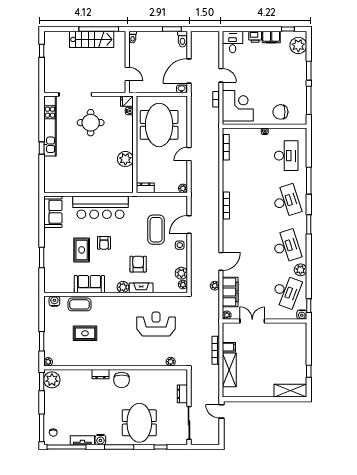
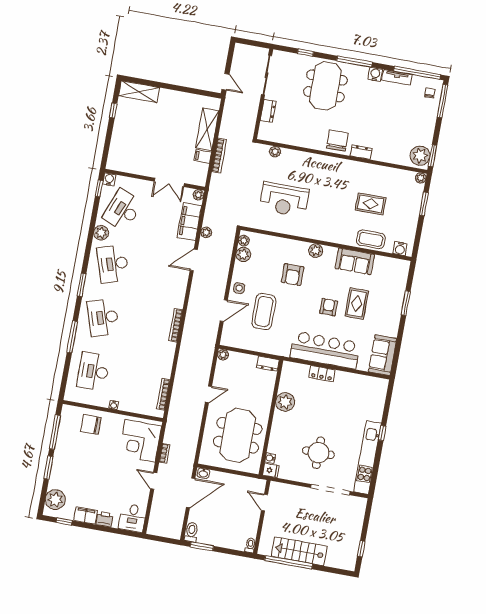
chair: (280, 112) -> (91, 424), turned 180
locker: (99, 188) -> (322, 374), added
fireplace: (141, 288) -> (294, 246), removed

